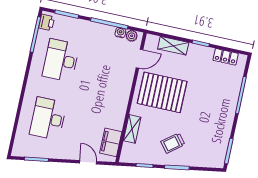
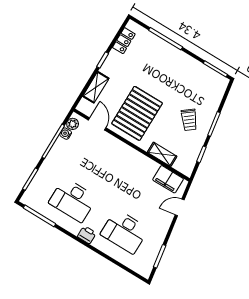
printer: (47, 22) -> (87, 235), moved

